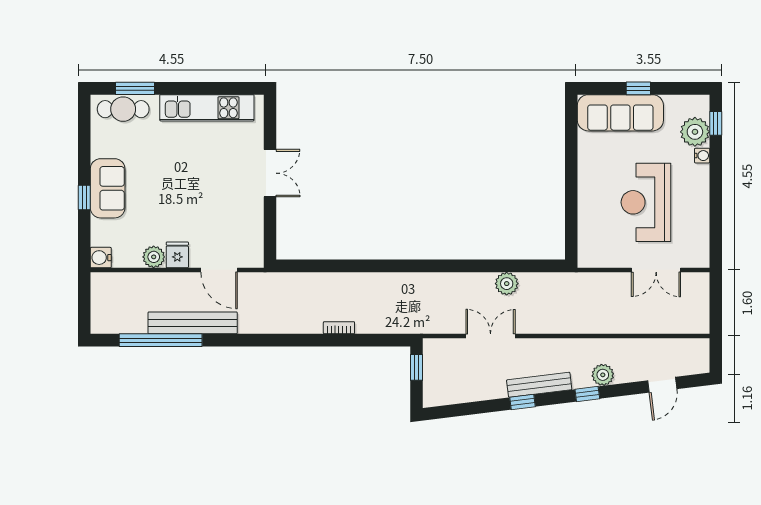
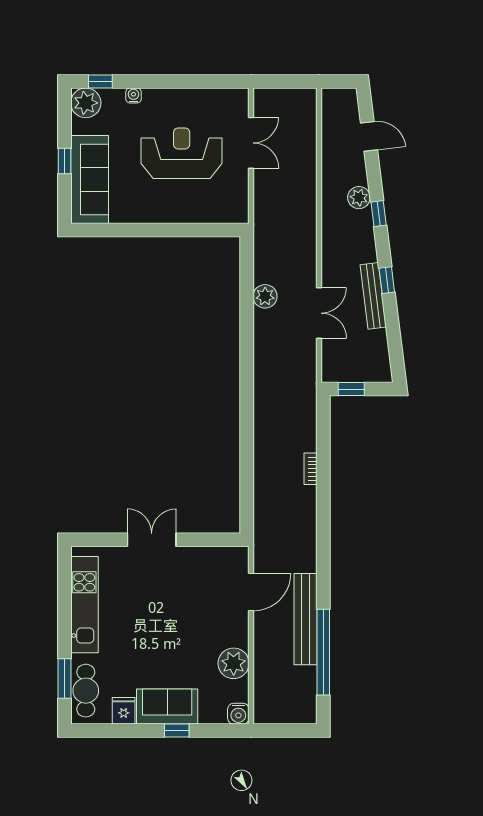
plant: (695, 132) -> (86, 103), moved
reception desk: (646, 202) -> (182, 153), turned 180
fridge: (177, 255) -> (124, 711), moved, turned 90
plant: (154, 257) -> (234, 663), width x1.36, depth x1.36
double door: (491, 336) -> (319, 313), swing flipped
bench: (539, 385) -> (373, 296), moved

